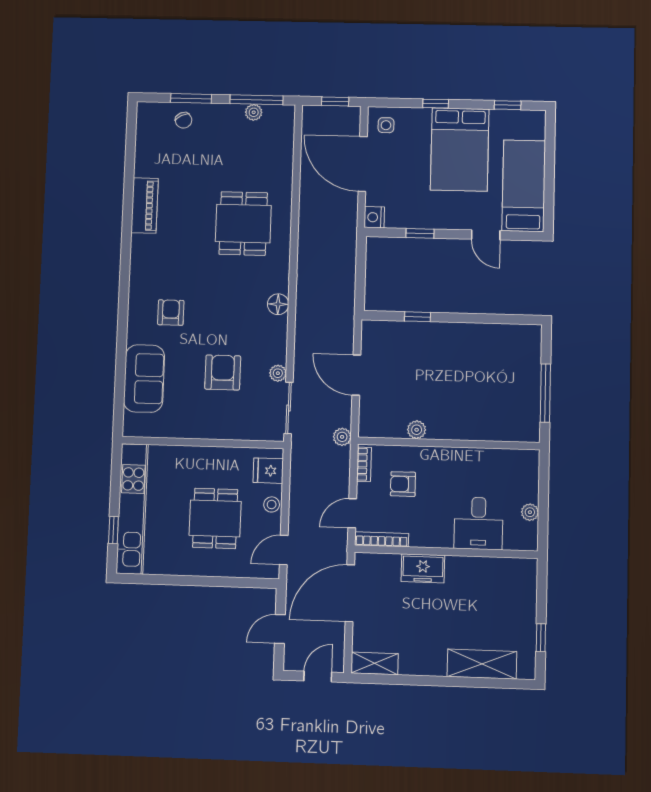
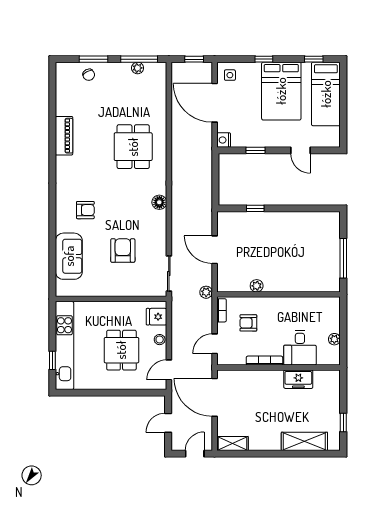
bed: (524, 186) -> (326, 94), moved, turned 180
armchair: (171, 313) -> (85, 210), turned 90
plant: (278, 373) -> (161, 250), removed
bookcase: (382, 539) -> (264, 361), moved
freezer: (423, 568) -> (298, 379), moved
door: (350, 593) -> (215, 397), hinge flipped

